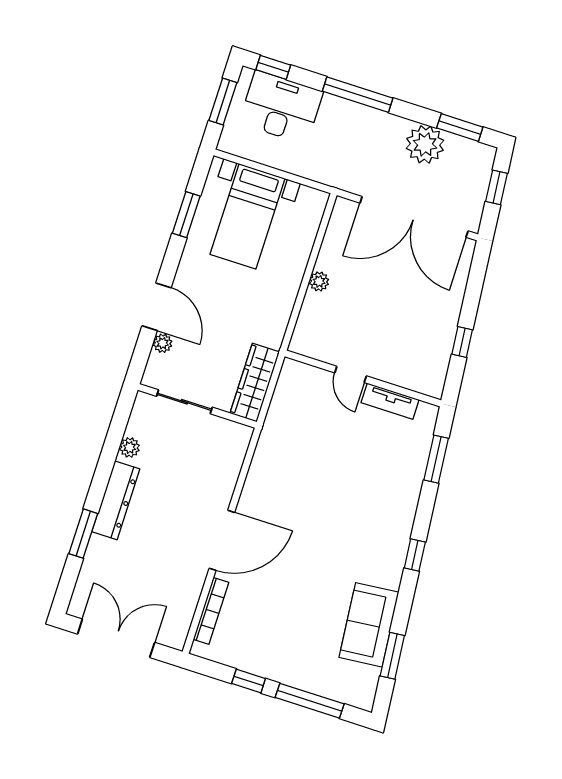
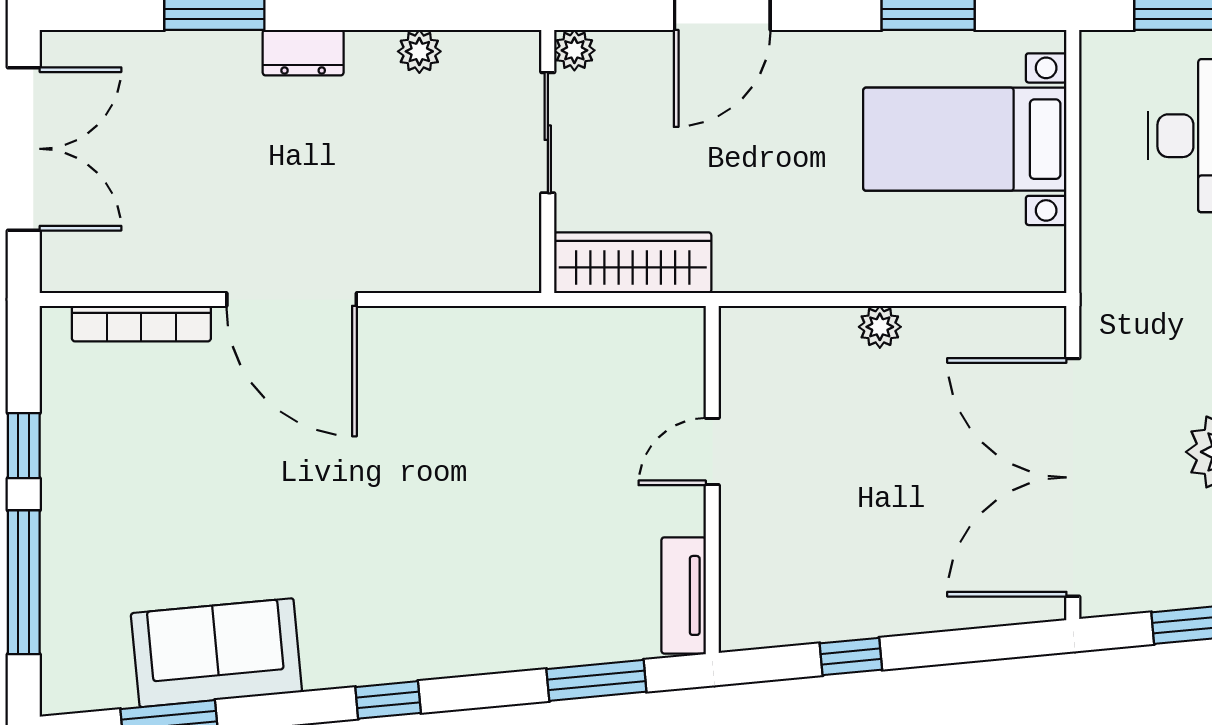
plant: (163, 343) -> (574, 50), moved
tv unit: (390, 401) -> (684, 595), moved
dresser: (116, 500) -> (303, 53), width x0.51, depth x0.80

